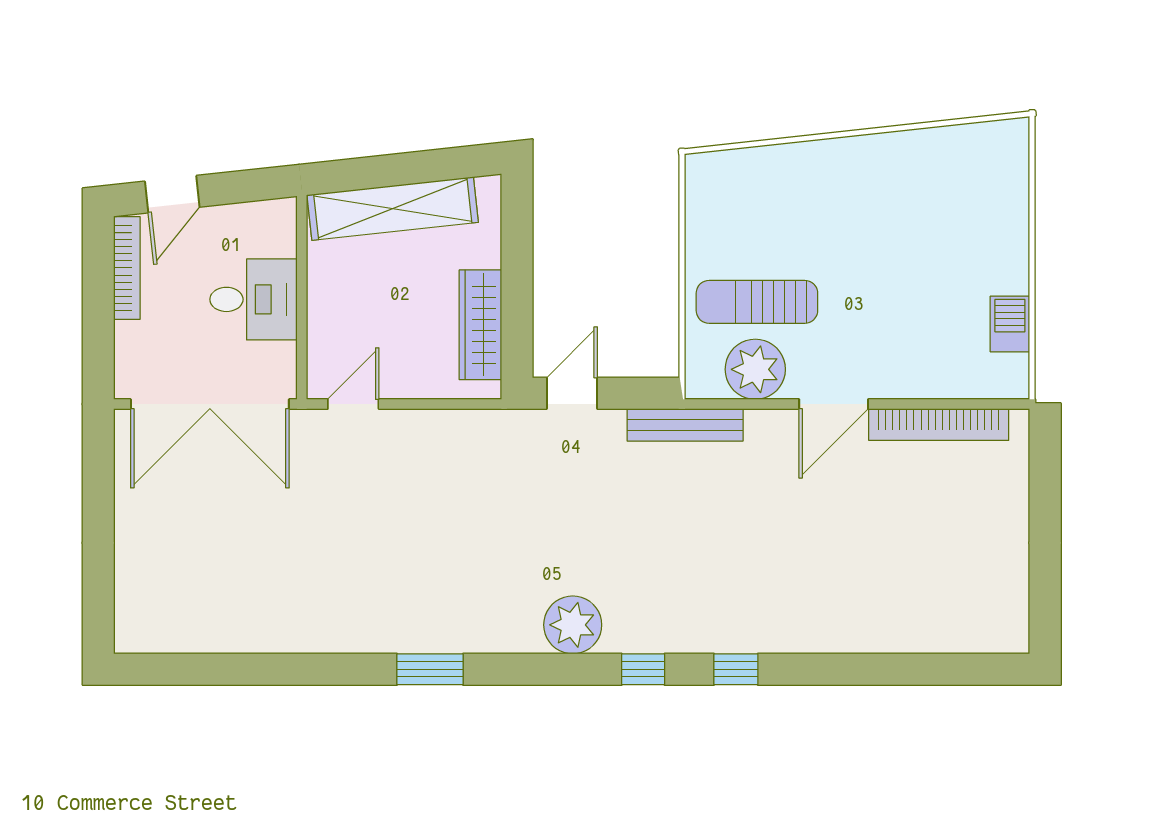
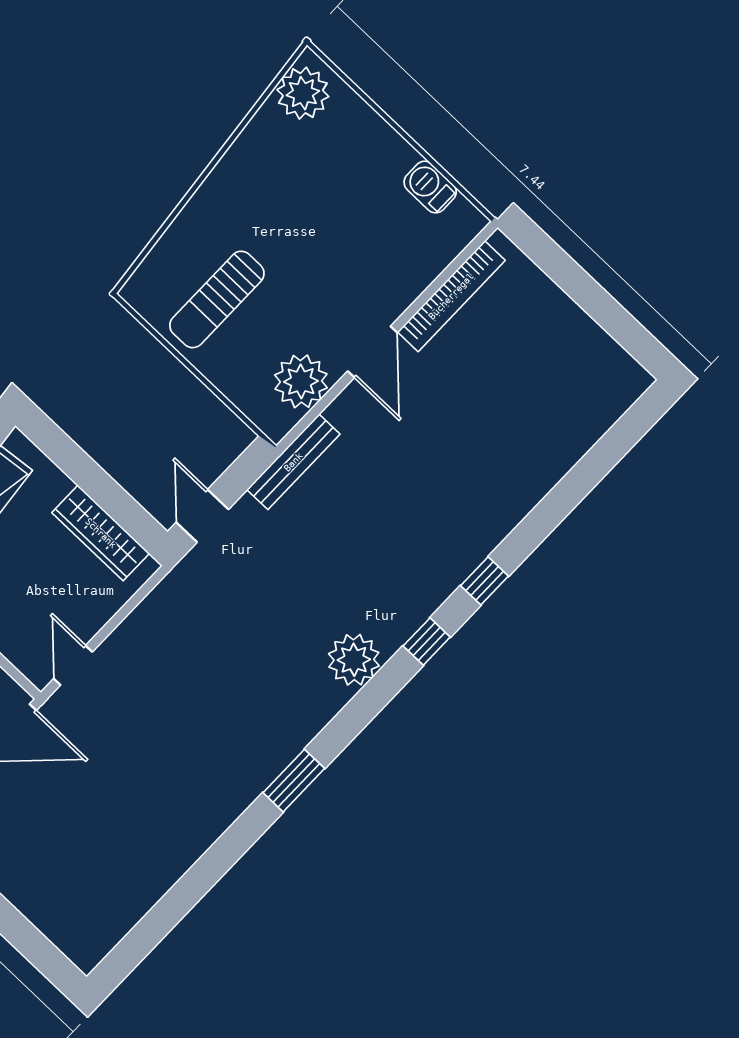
plant: (988, 150) -> (303, 93), added
sun lounger: (757, 302) -> (217, 299), moved

